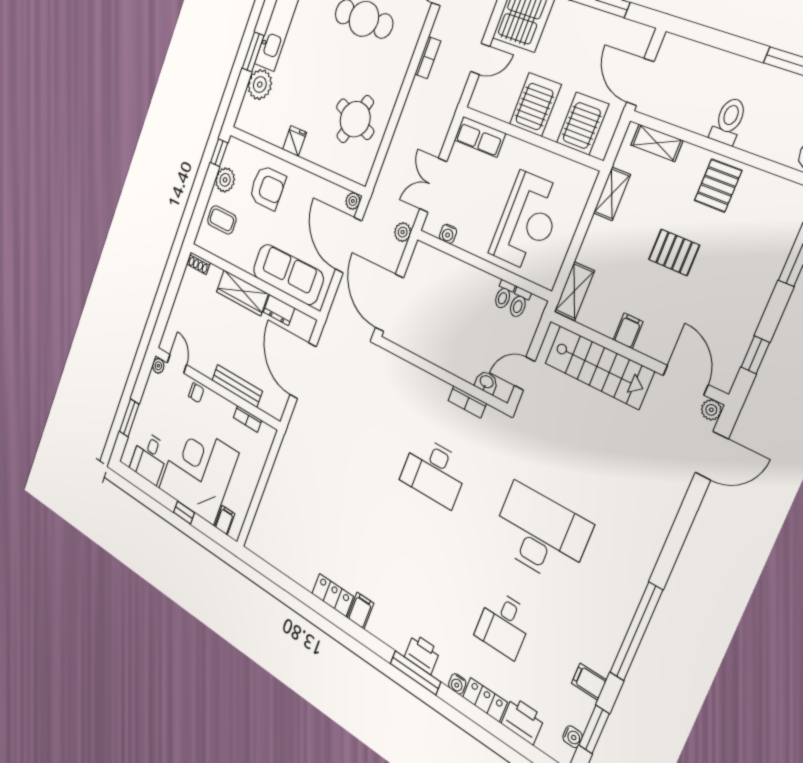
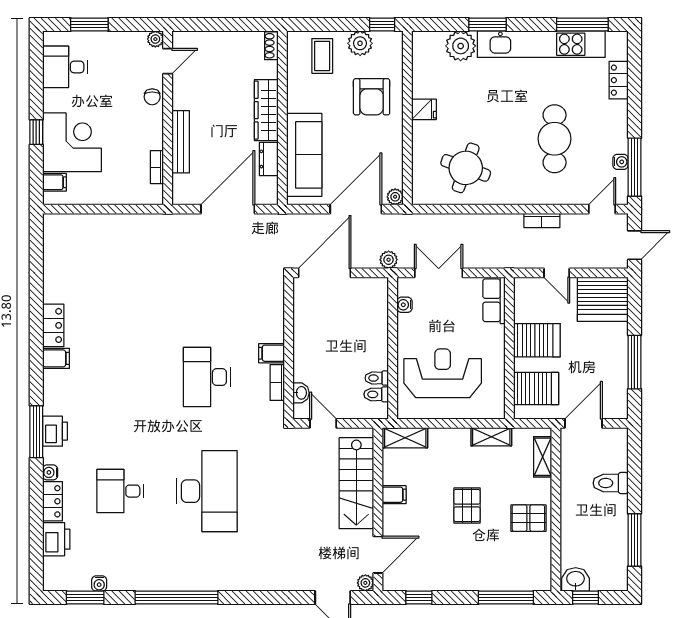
toilet: (729, 121) -> (611, 483), moved, turned 180
reception desk: (527, 221) -> (443, 373), turned 180
corner desk: (198, 471) -> (72, 142), width x0.74, depth x0.74
filing cabinet: (589, 682) -> (272, 353), moved, turned -90
water cooler: (573, 737) -> (99, 583), moved

